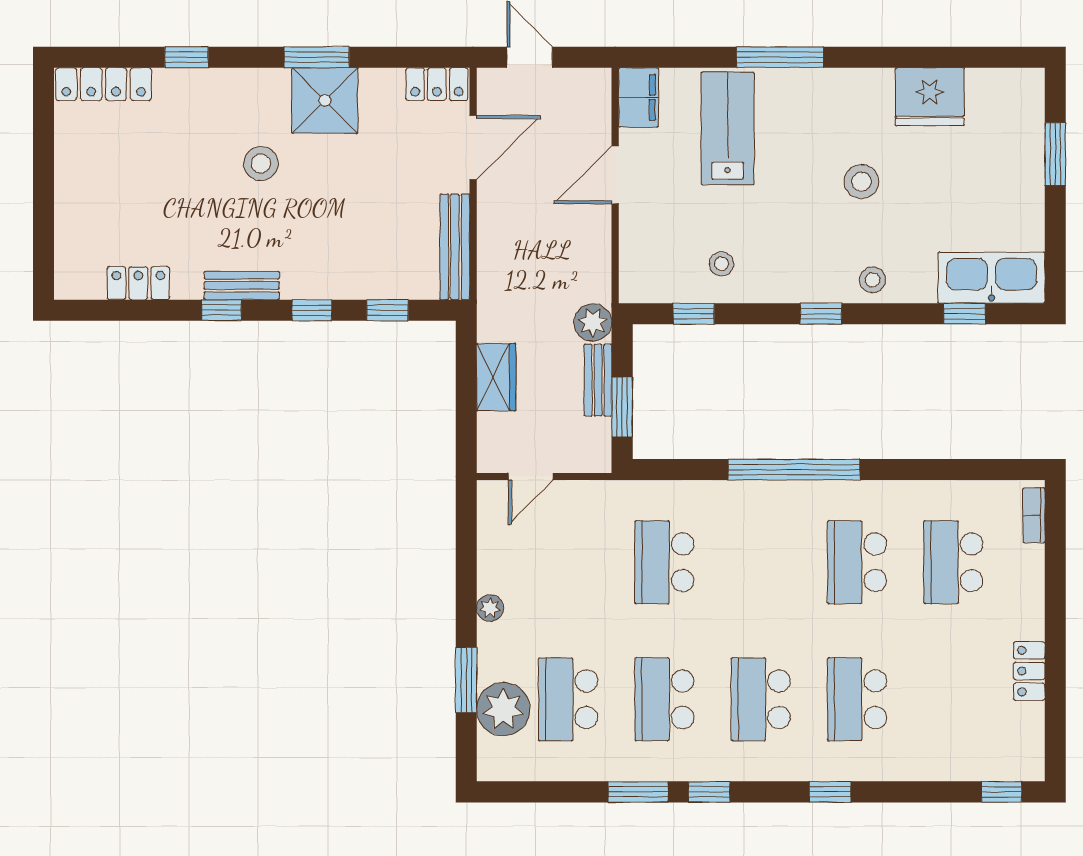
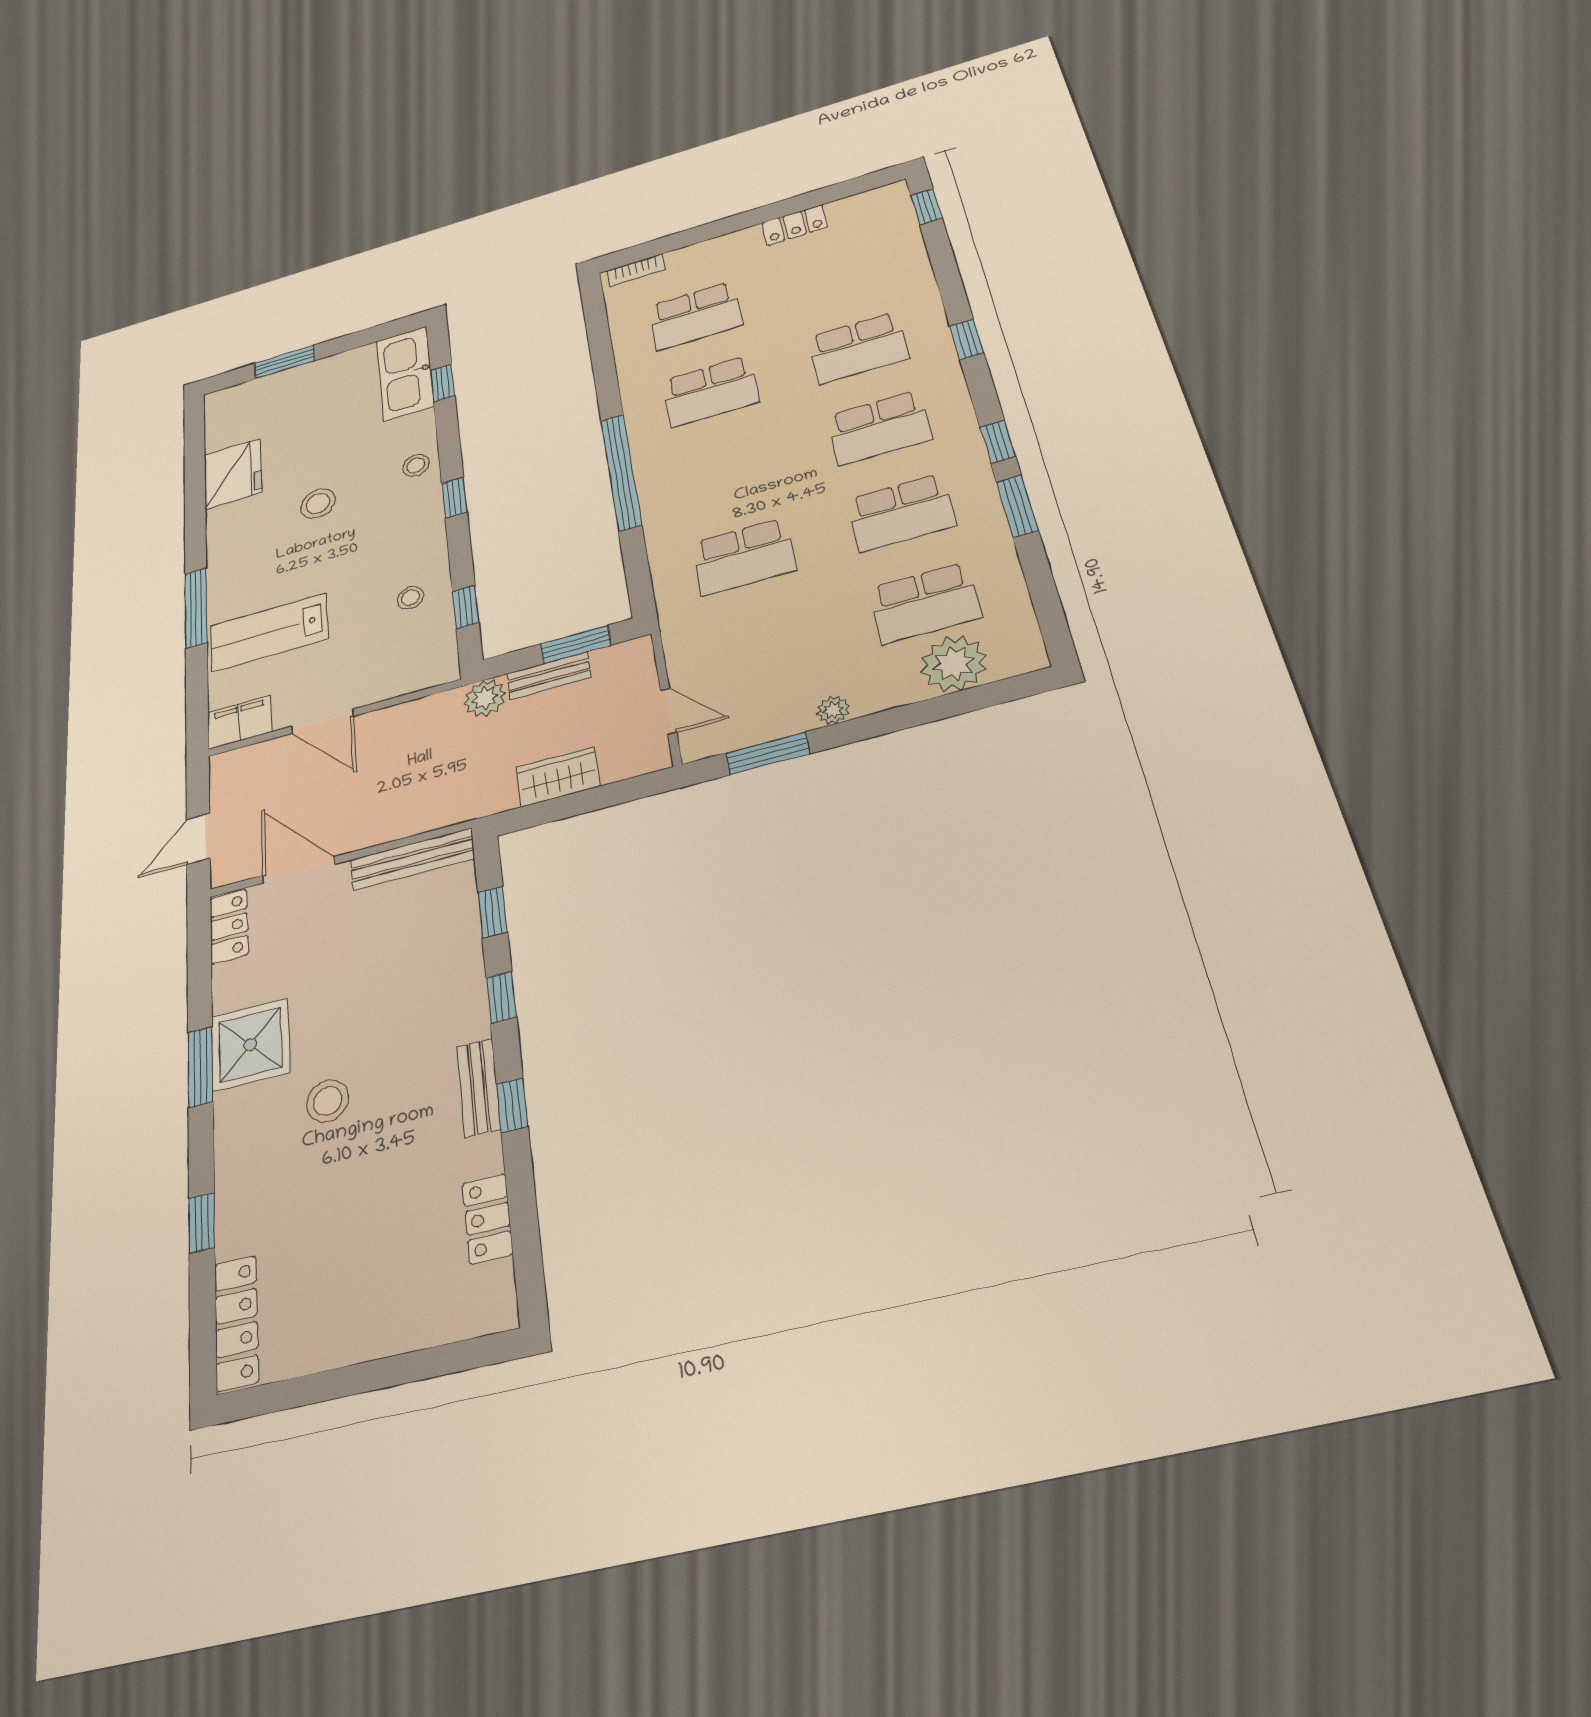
window: (466, 680) -> (768, 753), moved

